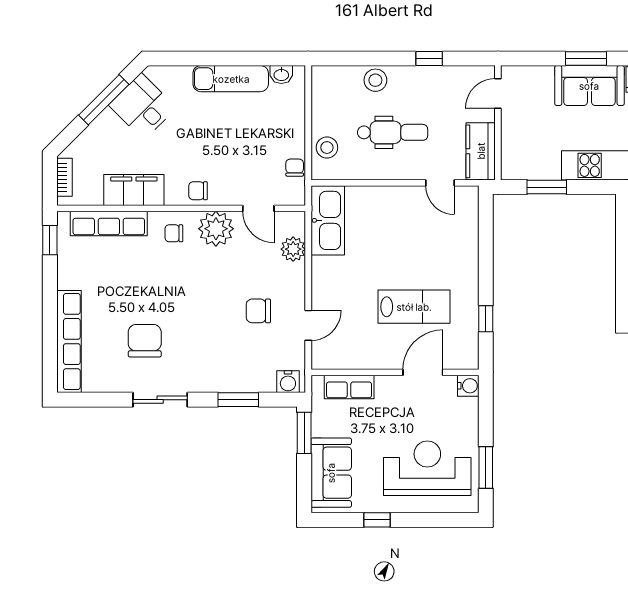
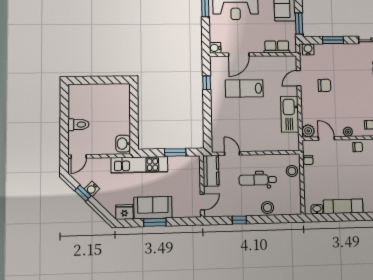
kitchen sink: (328, 220) -> (290, 114), moved
plant: (216, 229) -> (348, 132), width x0.53, depth x0.53
plant: (293, 249) -> (308, 131), moved

